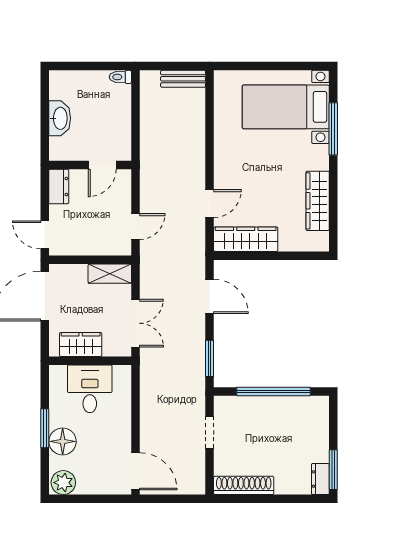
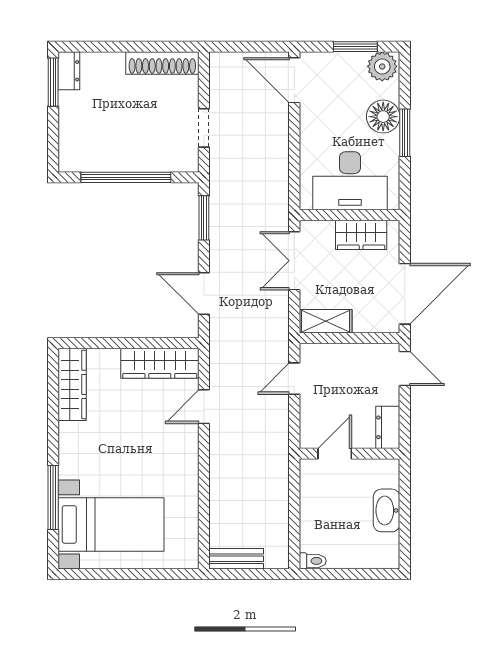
wardrobe: (318, 201) -> (72, 384), moved
desk: (90, 389) -> (350, 181), width x1.37
window: (85, 499) -> (355, 47), added

